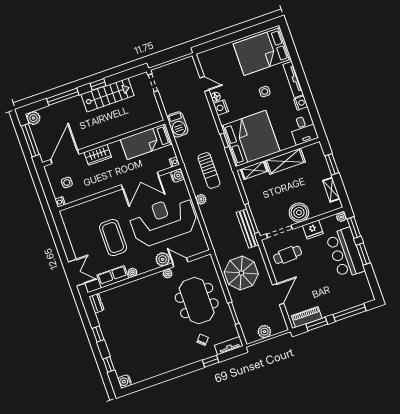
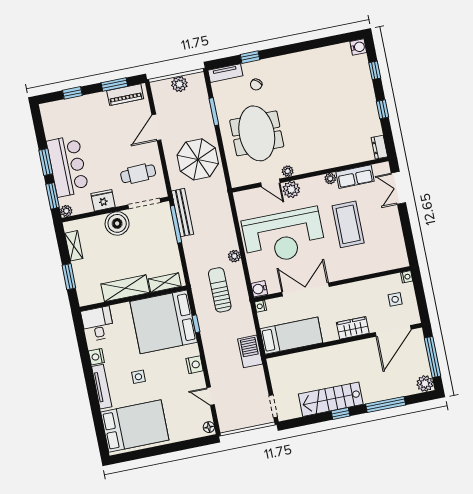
floor lamp: (216, 97) -> (209, 427), moved
window: (350, 313) -> (72, 93), width x0.46

